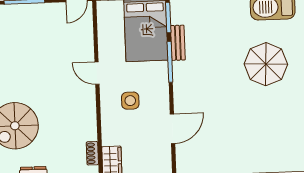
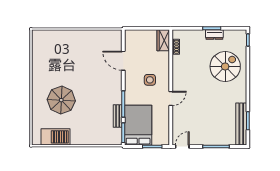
door: (97, 73) -> (171, 98), hinge flipped
door: (173, 129) -> (123, 61), hinge flipped

